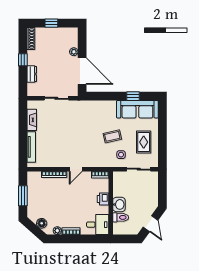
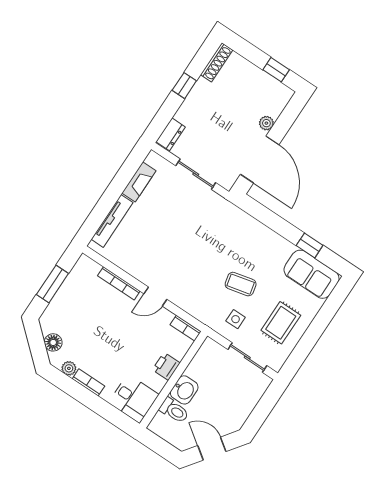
window: (51, 23) -> (276, 70), moved
dresser: (32, 74) -> (171, 134), moved
sofa: (137, 109) -> (312, 274), width x0.73
door: (151, 224) -> (212, 449), swing flipped

